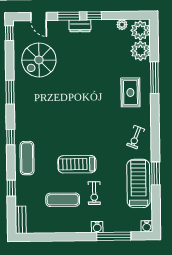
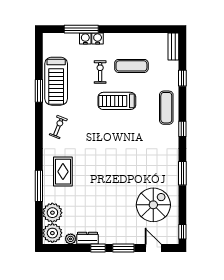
dresser: (80, 26) -> (88, 238), moved
treadmill: (77, 164) -> (117, 101), turned 180
water cooler: (147, 226) -> (85, 38), moved

